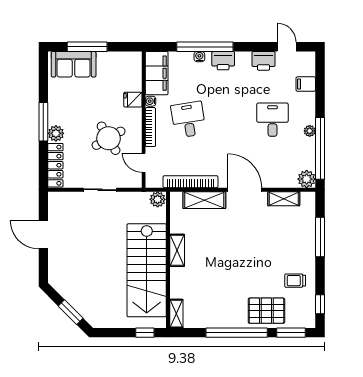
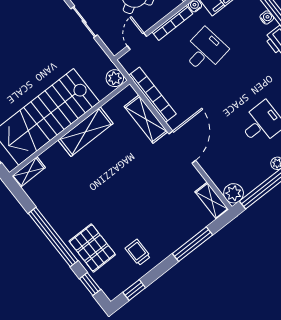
shelving: (284, 199) -> (212, 201), moved
shelving: (177, 250) -> (86, 132), width x1.50, depth x1.33
window: (291, 333) -> (90, 284), width x0.67

